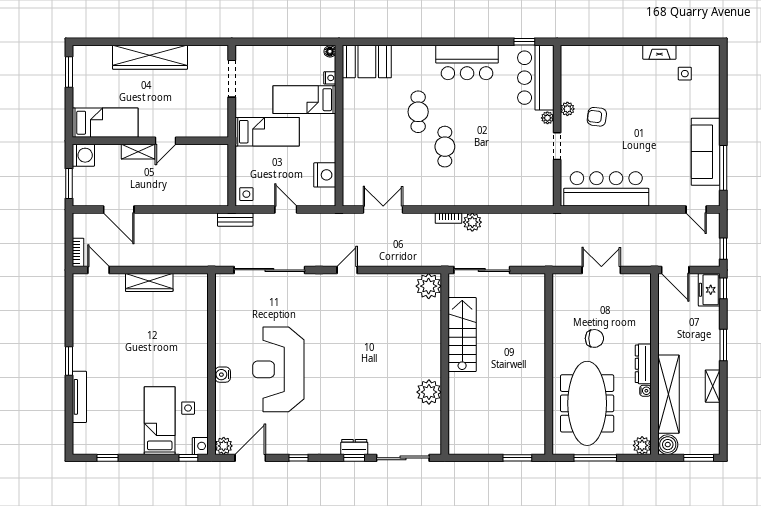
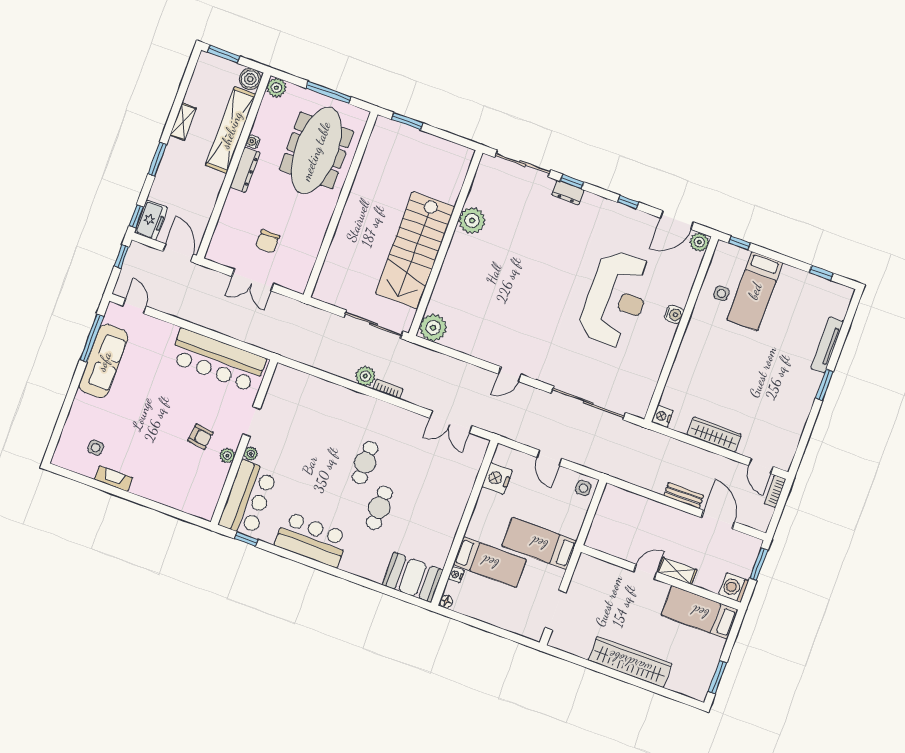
bench: (235, 220) -> (684, 495), moved
stairs: (462, 335) -> (415, 250), width x1.36, depth x1.51
chair: (594, 338) -> (267, 241), moved, turned -90
nightstand: (200, 446) -> (662, 416), moved

